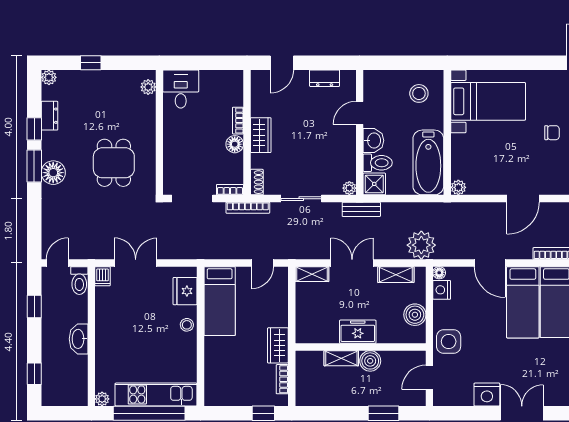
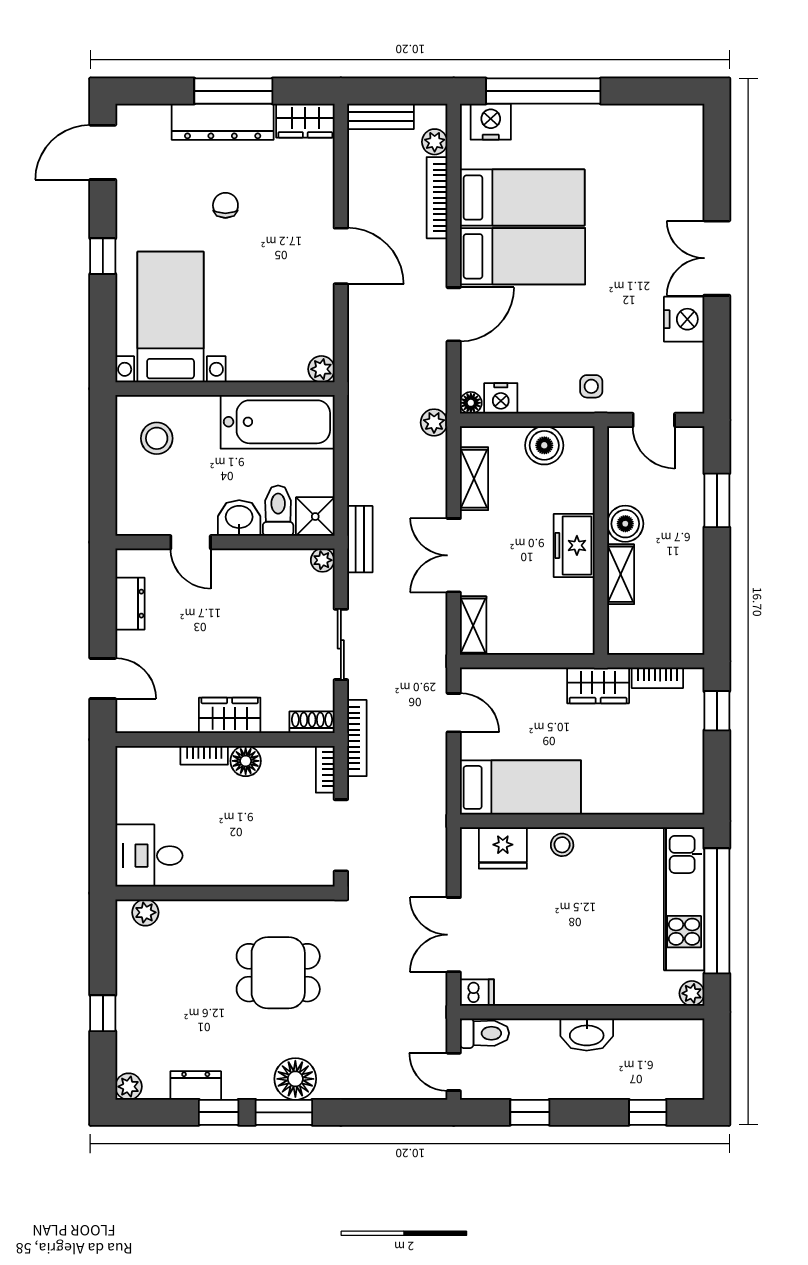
window: (523, 63) -> (103, 256), added
plant: (421, 245) -> (434, 422), width x0.53, depth x0.53
side table: (449, 342) -> (591, 386), width x0.54, depth x0.54

